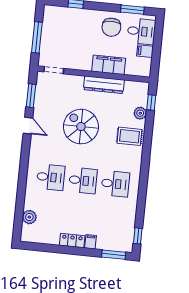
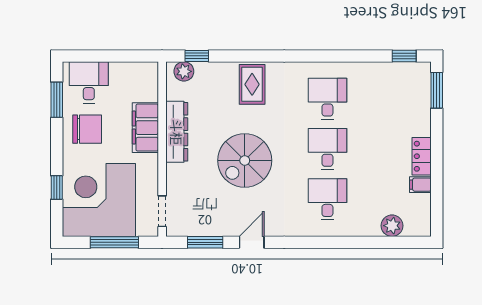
corner desk: (65, 30) -> (99, 200), added
filing cabinet: (145, 51) -> (119, 74), removed
plant: (140, 113) -> (184, 71), moved
filing cabinet: (90, 242) -> (420, 185), moved

